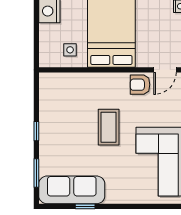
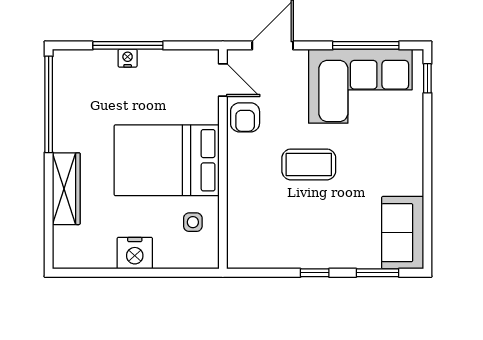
sofa: (72, 190) -> (403, 233), width x0.73
window: (85, 206) -> (427, 78), moved

